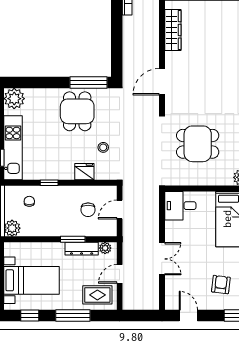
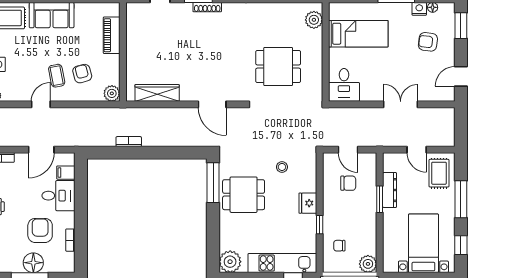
dining table: (198, 144) -> (278, 67), turned 90
fridge: (84, 172) -> (308, 203), moved
plant: (105, 248) -> (389, 165), removed

